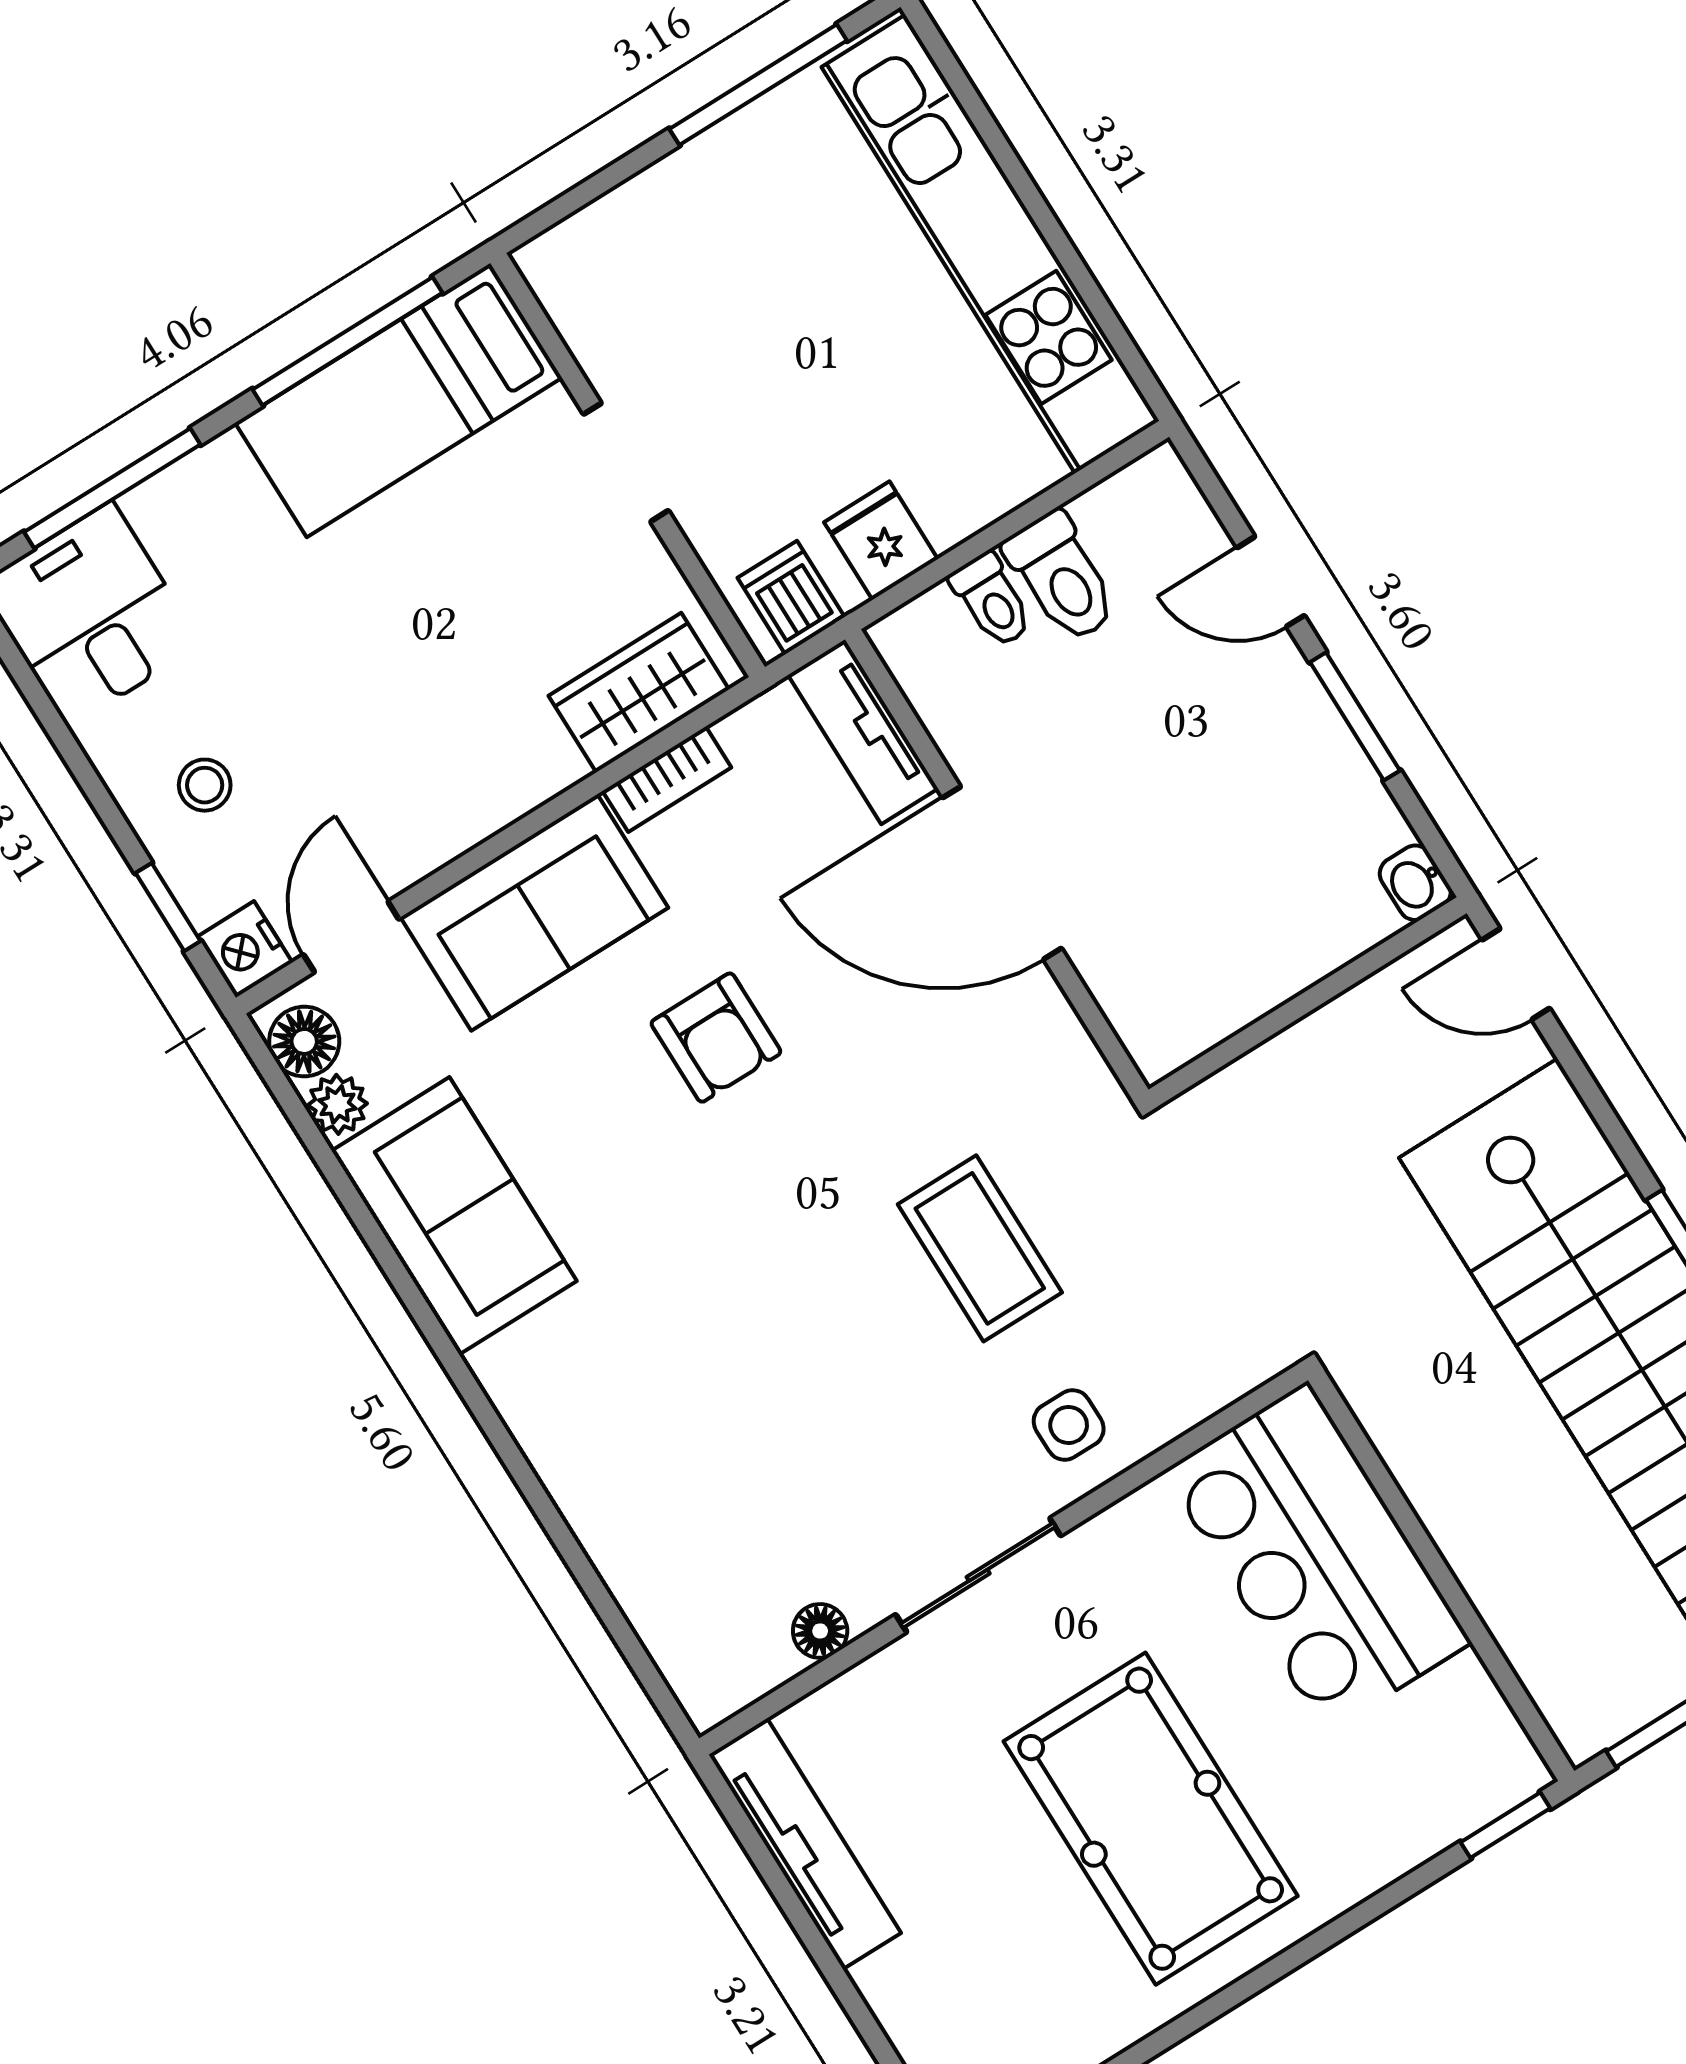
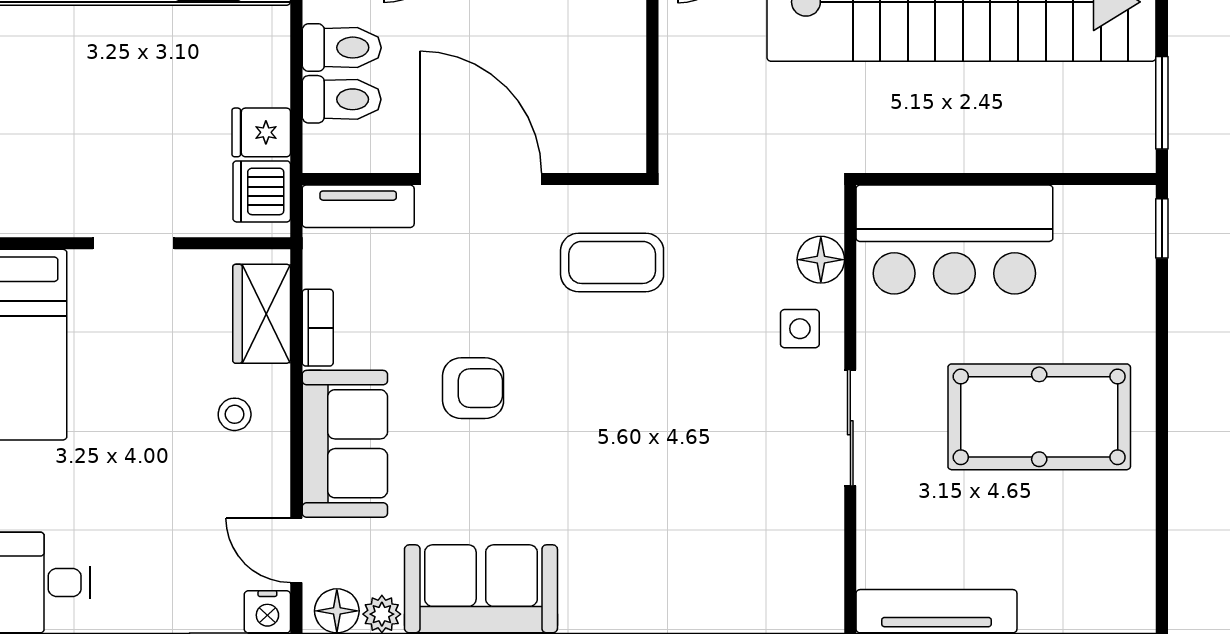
dishwasher: (791, 598) -> (262, 191), width x1.38
toilet: (992, 600) -> (342, 99), width x1.37, depth x1.39
stool: (205, 785) -> (235, 414), moved
door: (1002, 873) -> (481, 179), swing flipped
coffee table: (980, 1248) -> (612, 262), moved
floor lamp: (820, 1631) -> (821, 260), moved, width x1.37, depth x1.37

